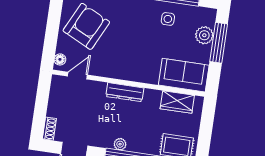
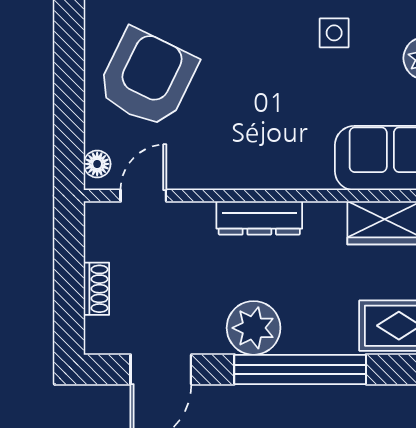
shoe rack: (49, 129) -> (96, 289), moved
plant: (120, 144) -> (254, 328), width x1.87, depth x1.87

